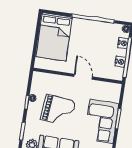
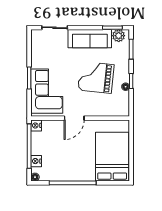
nightstand: (120, 62) -> (36, 125), moved
door: (83, 77) -> (74, 118), hinge flipped
corner sofa: (102, 121) -> (47, 91), moved

